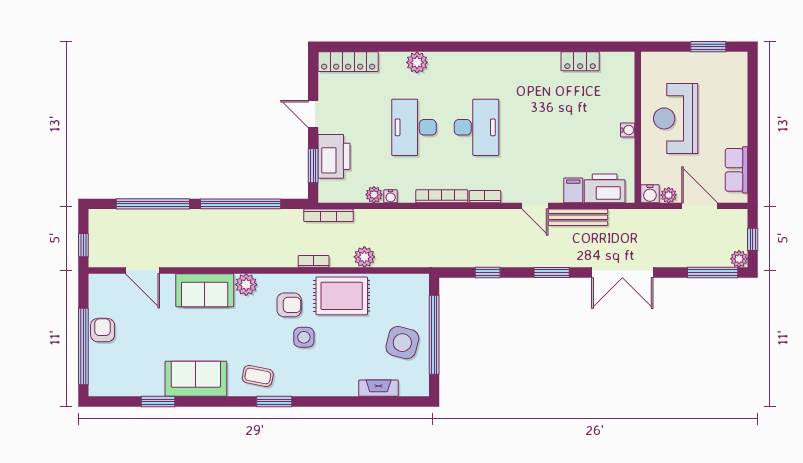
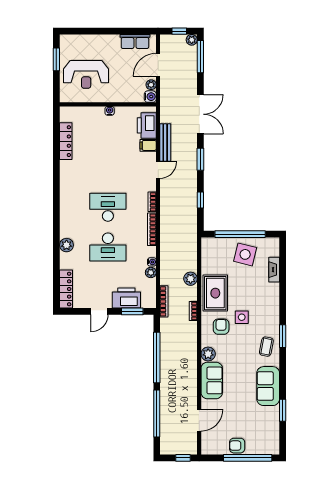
locker: (580, 61) -> (66, 141), width x1.53
reception desk: (676, 118) -> (86, 74), moved

